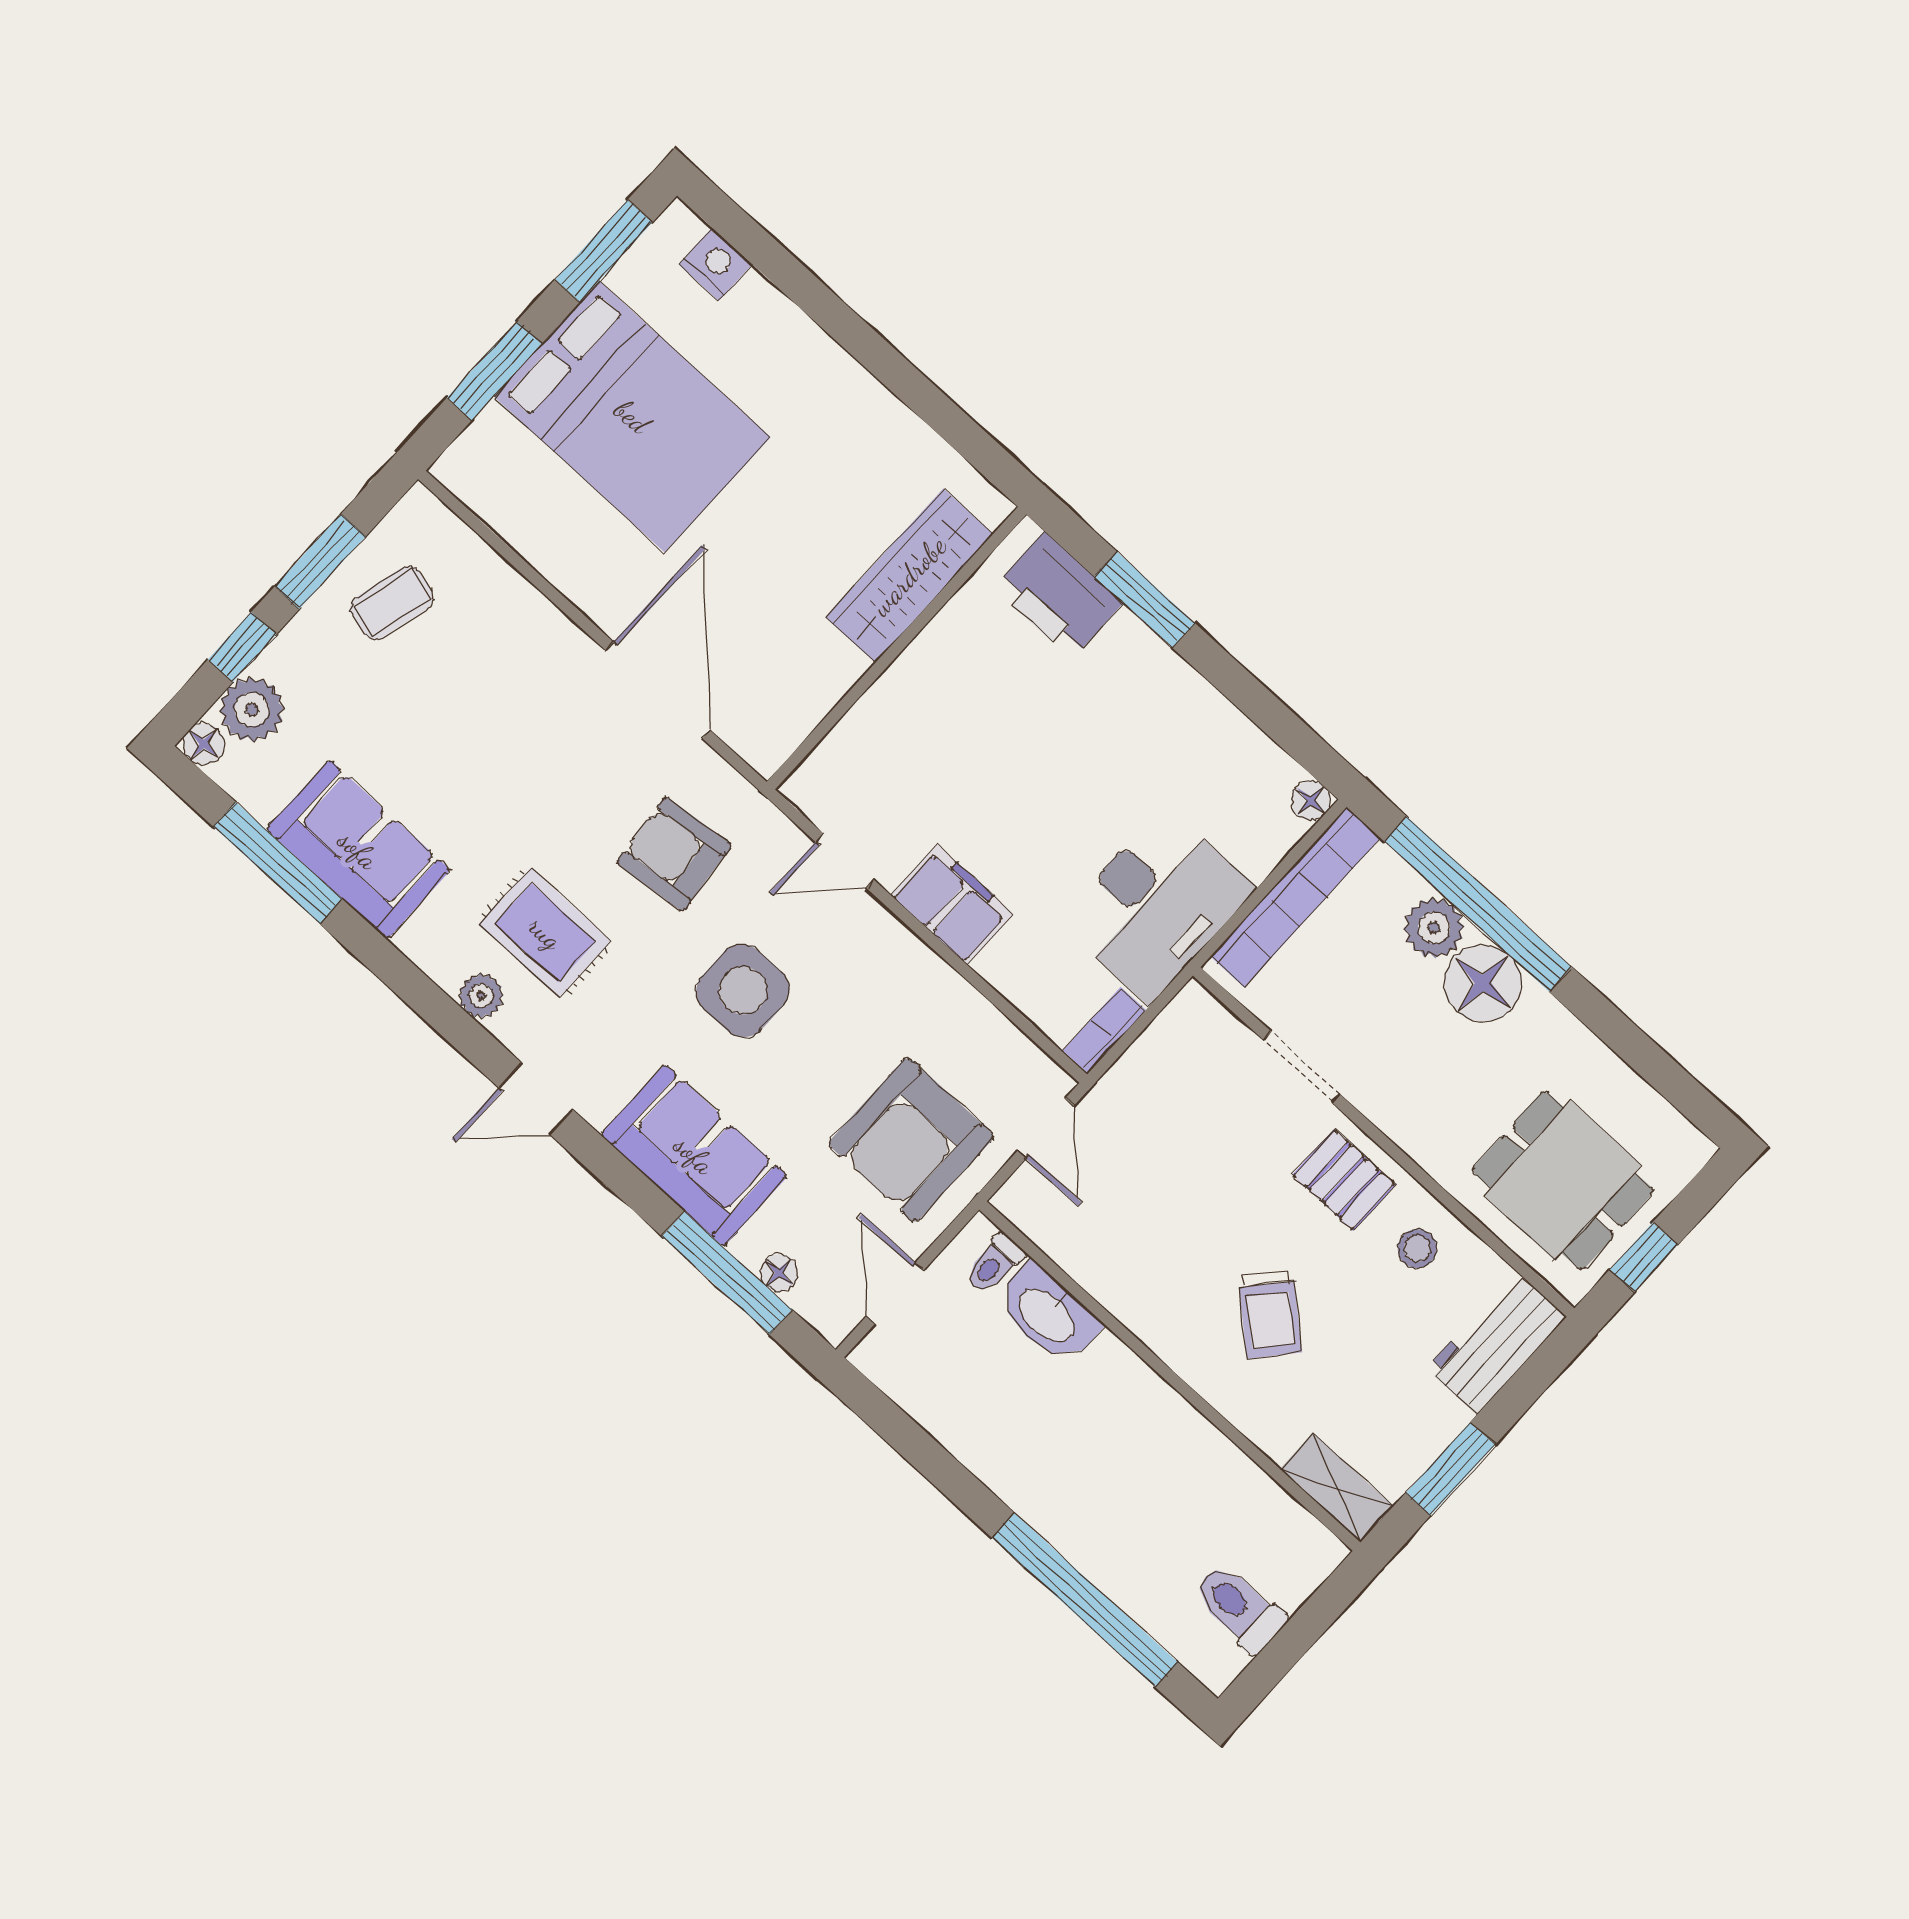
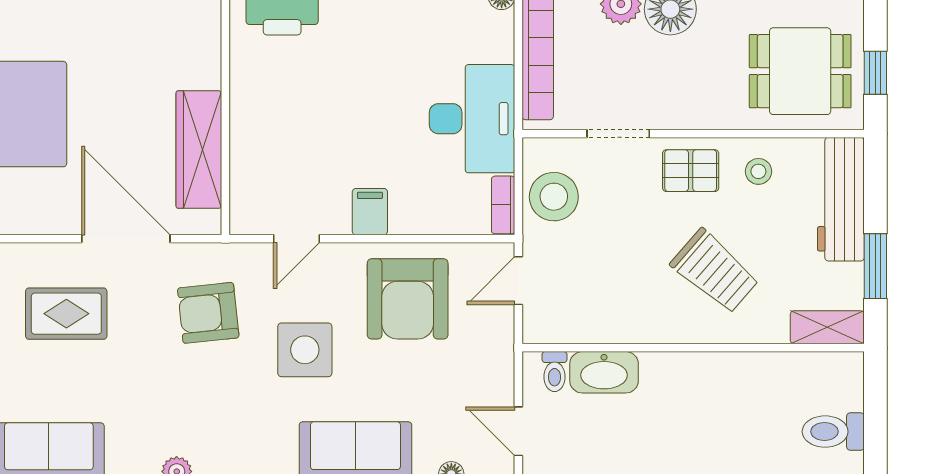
wardrobe: (909, 576) -> (199, 150), moved
filing cabinet: (952, 905) -> (370, 212), width x0.50
rug: (545, 933) -> (66, 314), moved
stool: (1168, 1072) -> (554, 197), added
door: (1046, 1128) -> (518, 281), swing flipped
armchair: (911, 1140) -> (408, 299), moved
trolley: (1270, 1314) -> (715, 271), width x1.36, depth x1.39
workbench: (1496, 1343) -> (841, 199), width x1.38

